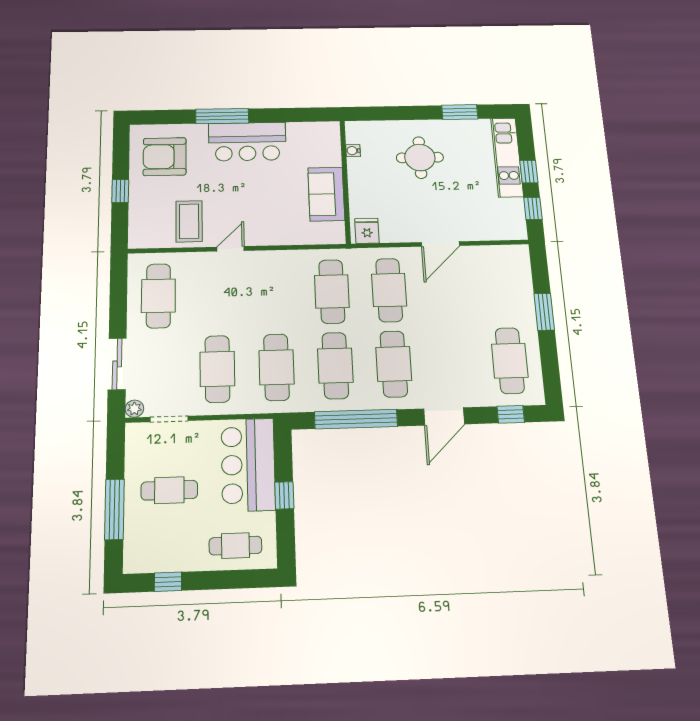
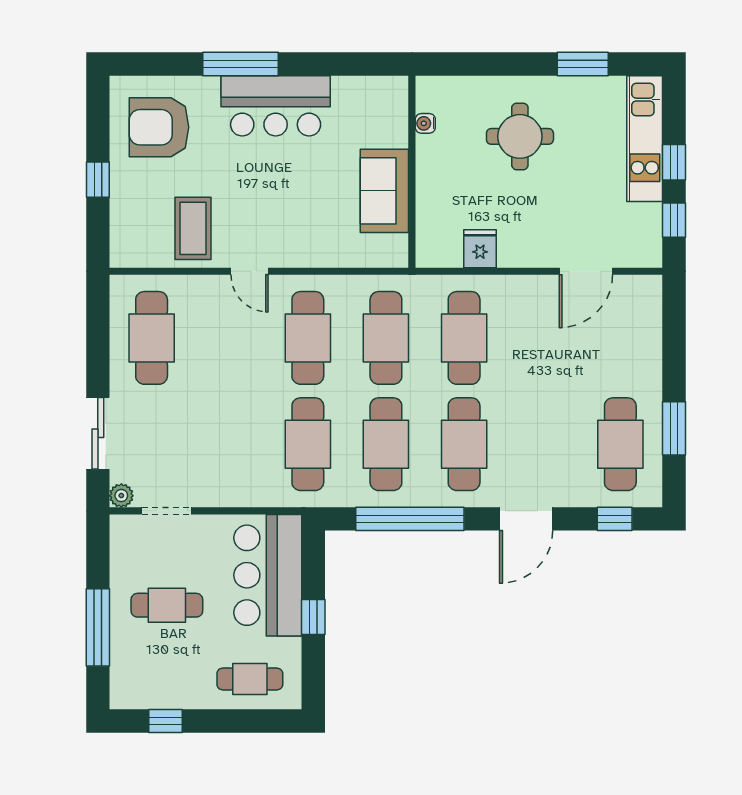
fridge: (367, 231) -> (480, 249), moved
door: (440, 244) -> (586, 271), moved
door: (231, 249) -> (250, 271), swing flipped
window: (544, 312) -> (674, 428), moved
cafe table: (217, 369) -> (308, 338), moved

